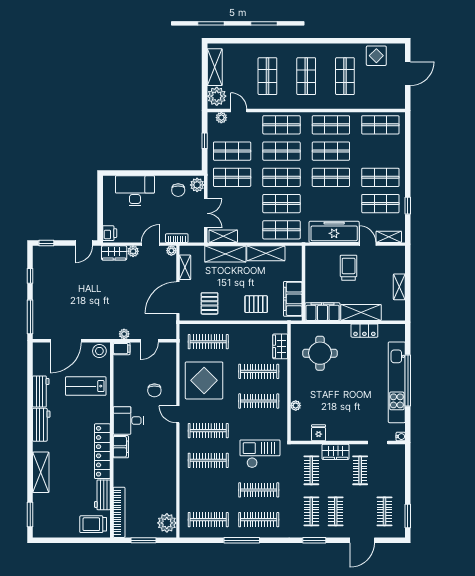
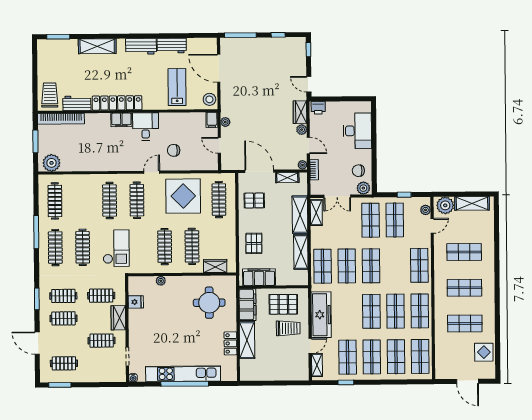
shop shelf: (282, 151) -> (396, 357), moved
pallet: (322, 273) -> (283, 304), added
shelving: (399, 287) -> (271, 375), removed

